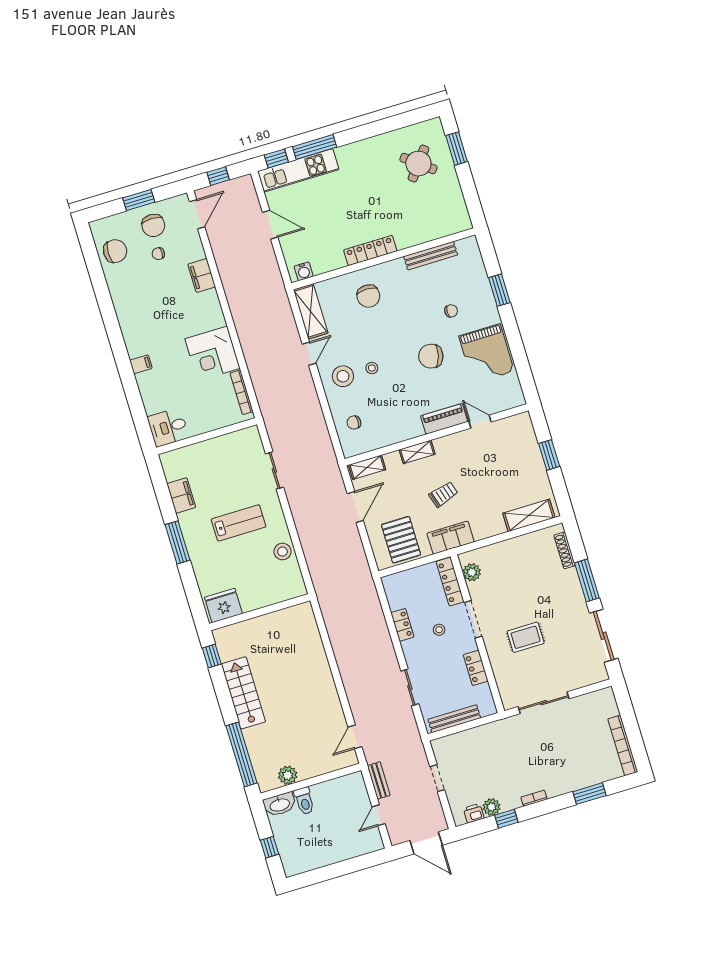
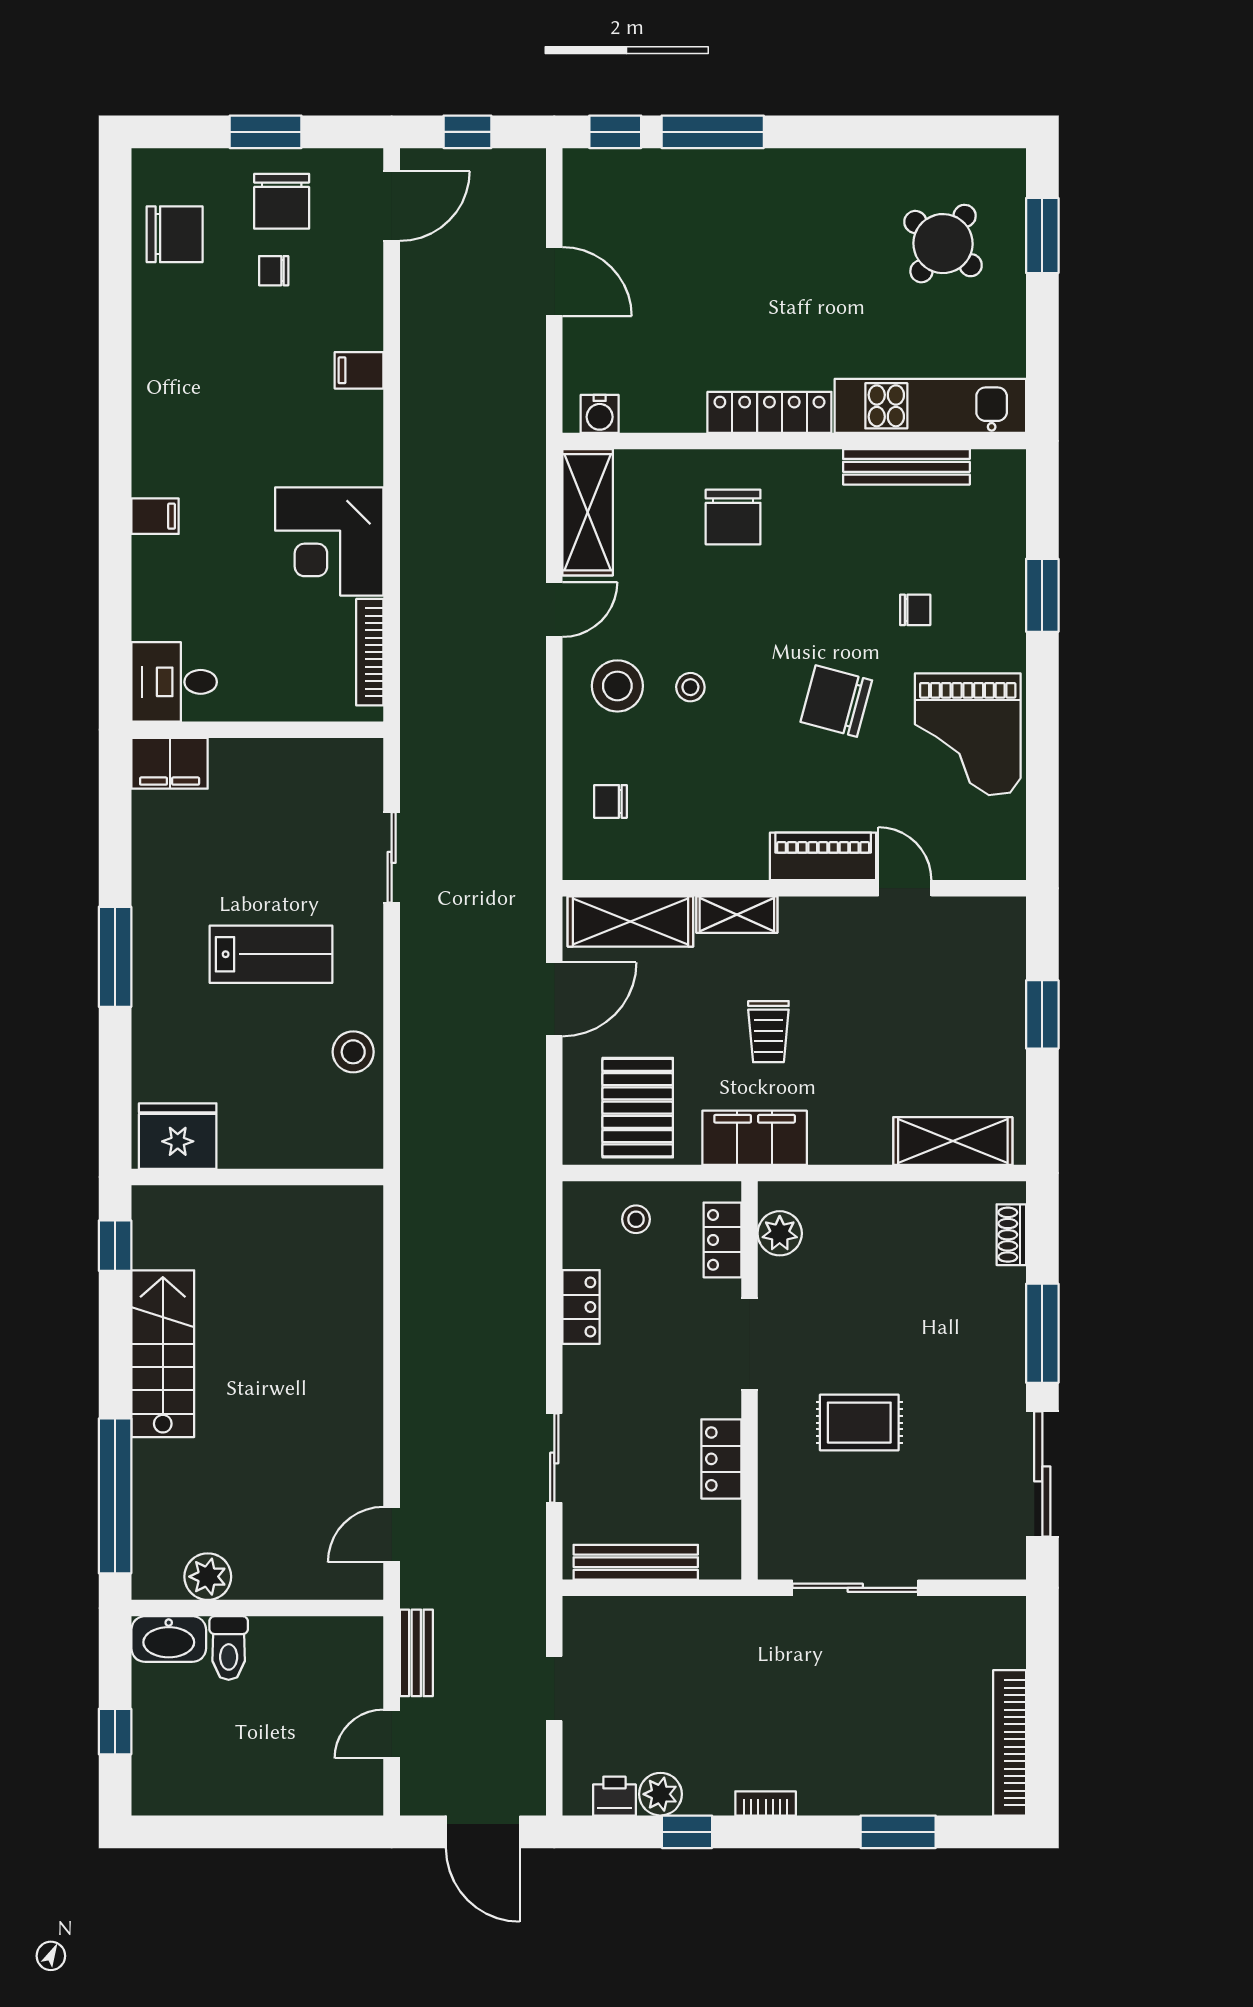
kitchen unit: (298, 170) -> (930, 406), moved, turned 180
filing cabinet: (202, 276) -> (359, 370), width x0.50
shelving: (367, 467) -> (630, 921), width x1.50, depth x1.33
trolley: (443, 494) -> (768, 1032), turned 107
filing cabinet: (181, 495) -> (170, 763), moved, turned 90
shoe rack: (565, 550) -> (1011, 1235), width x0.70
locker: (450, 582) -> (722, 1240), width x0.66
stool: (439, 630) -> (636, 1219), moved

